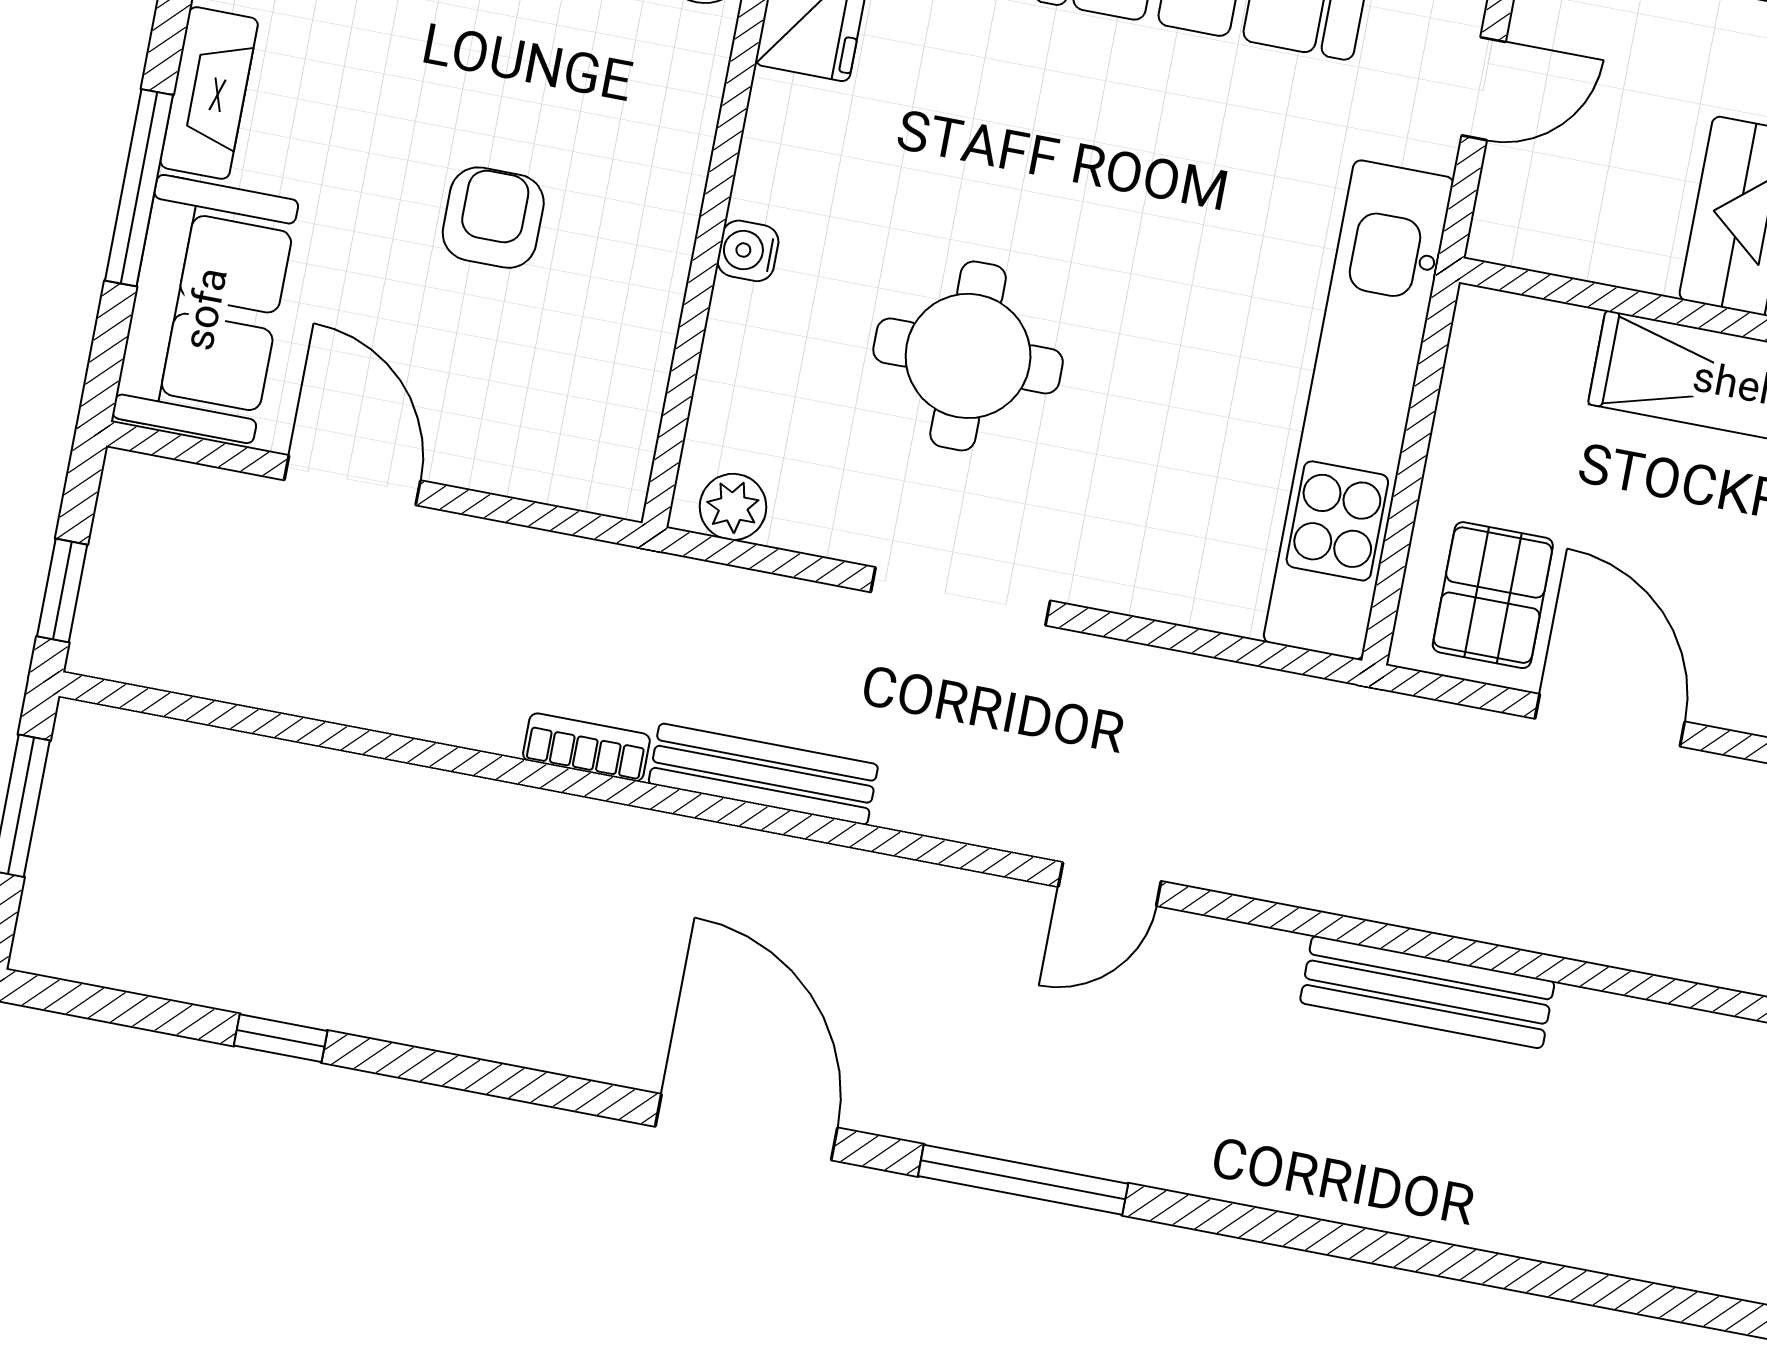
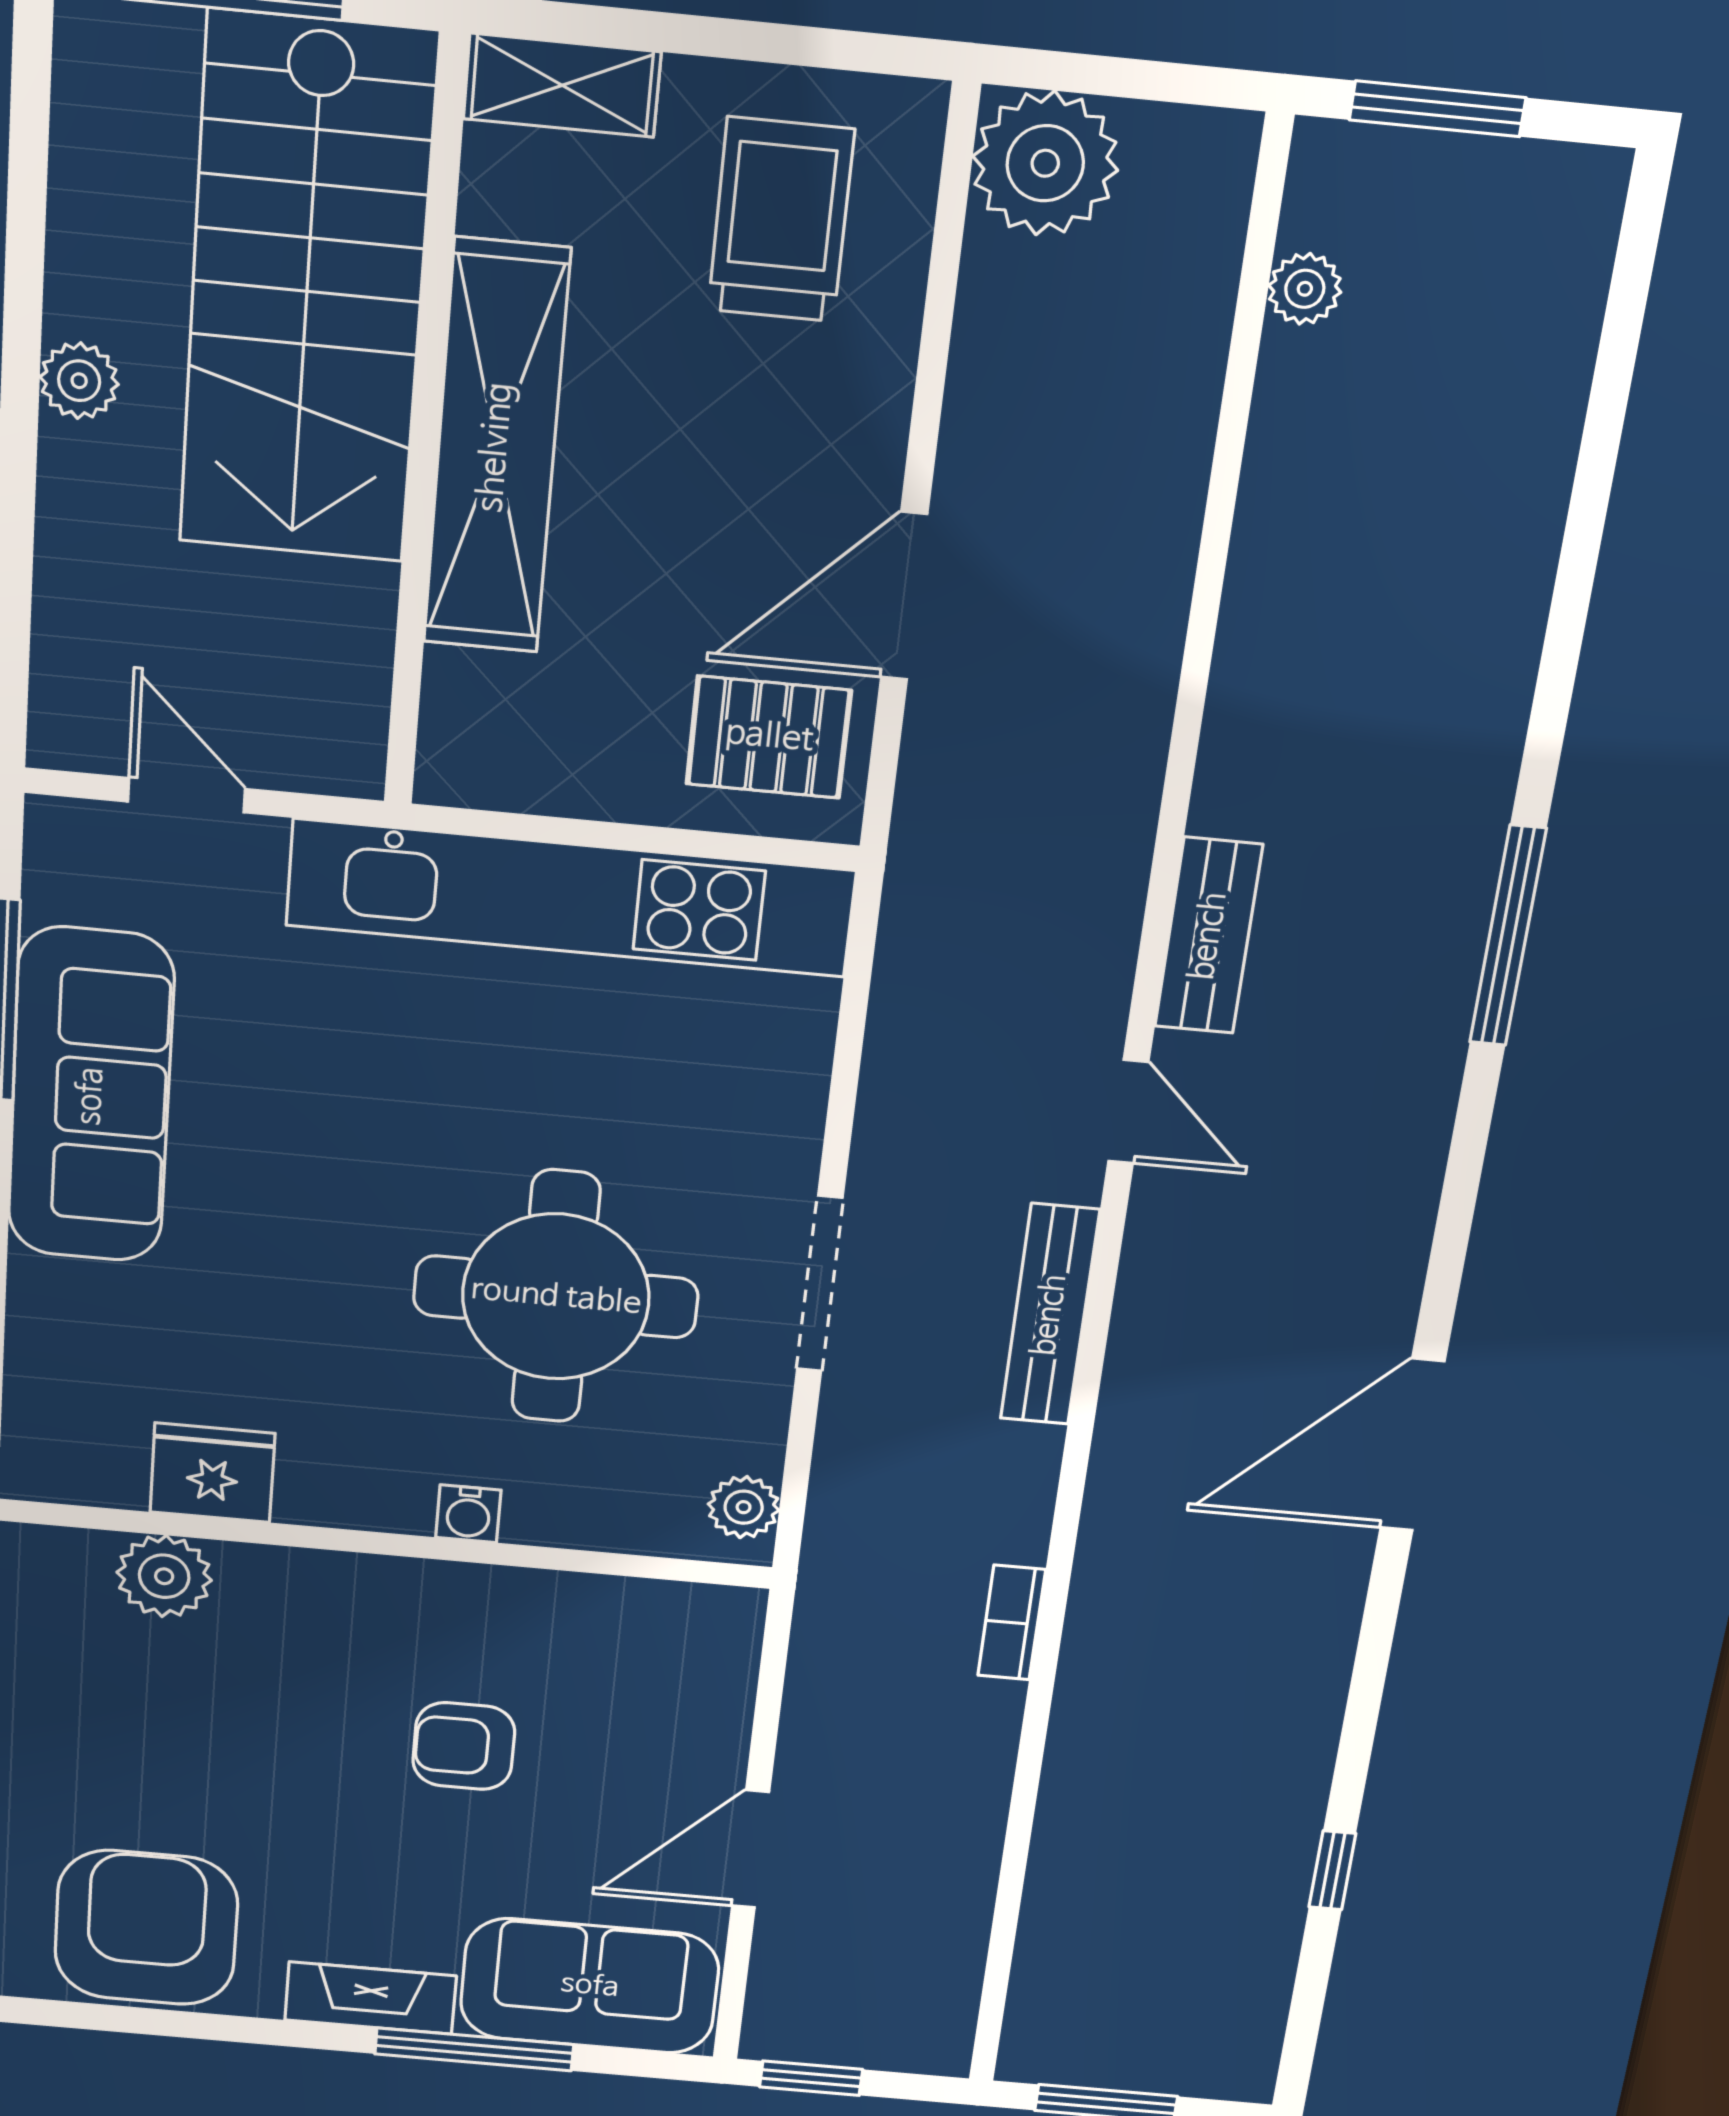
round table: (968, 356) -> (556, 1297), width x1.36, depth x1.36
window: (62, 591) -> (811, 2078), moved
bench: (763, 774) -> (1050, 1315), moved
bench: (1427, 992) -> (1209, 936), moved, width x0.73
window: (1023, 1180) -> (1508, 936), moved

